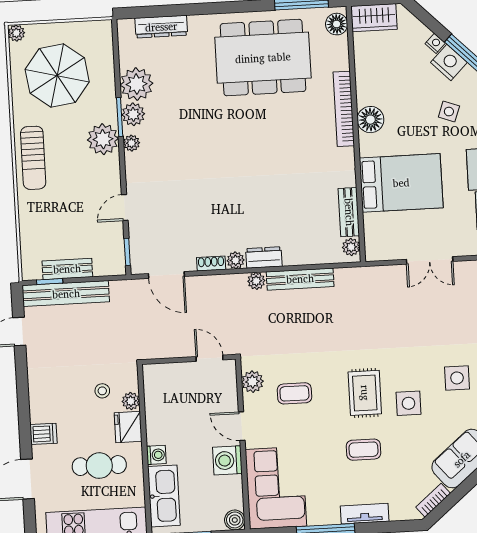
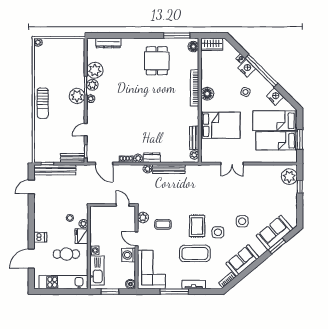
dining table: (263, 58) -> (157, 61), width x0.53, depth x0.80
parasol: (57, 76) -> (57, 64), removed
bench: (67, 269) -> (73, 158), moved
coffee table: (364, 450) -> (195, 253), width x1.86, depth x1.72

